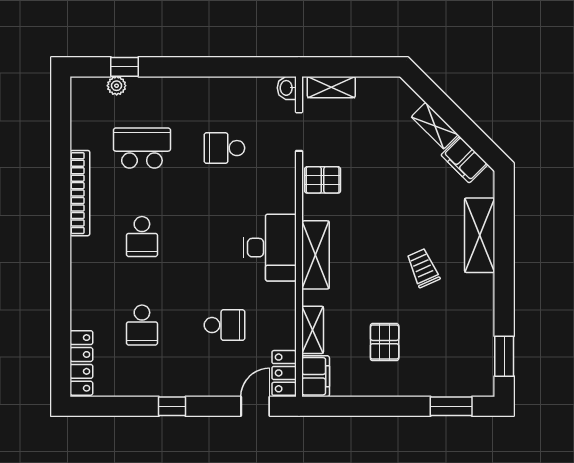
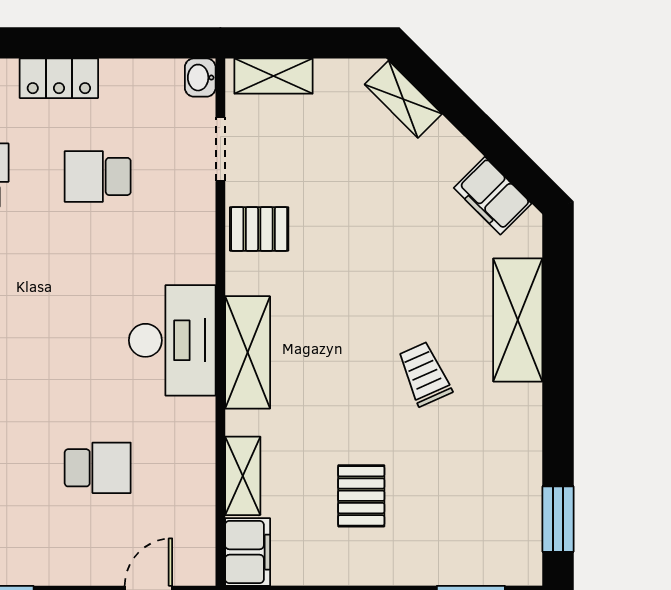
shelving: (435, 126) -> (403, 99), moved
locker: (284, 373) -> (59, 78), moved, turned -90

